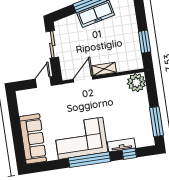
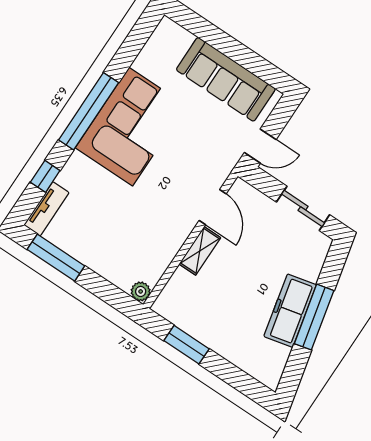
door: (43, 82) -> (260, 146), hinge flipped
plant: (136, 83) -> (141, 291), width x0.53, depth x0.53
sofa: (33, 139) -> (226, 79), moved
tv unit: (121, 145) -> (46, 209), moved

